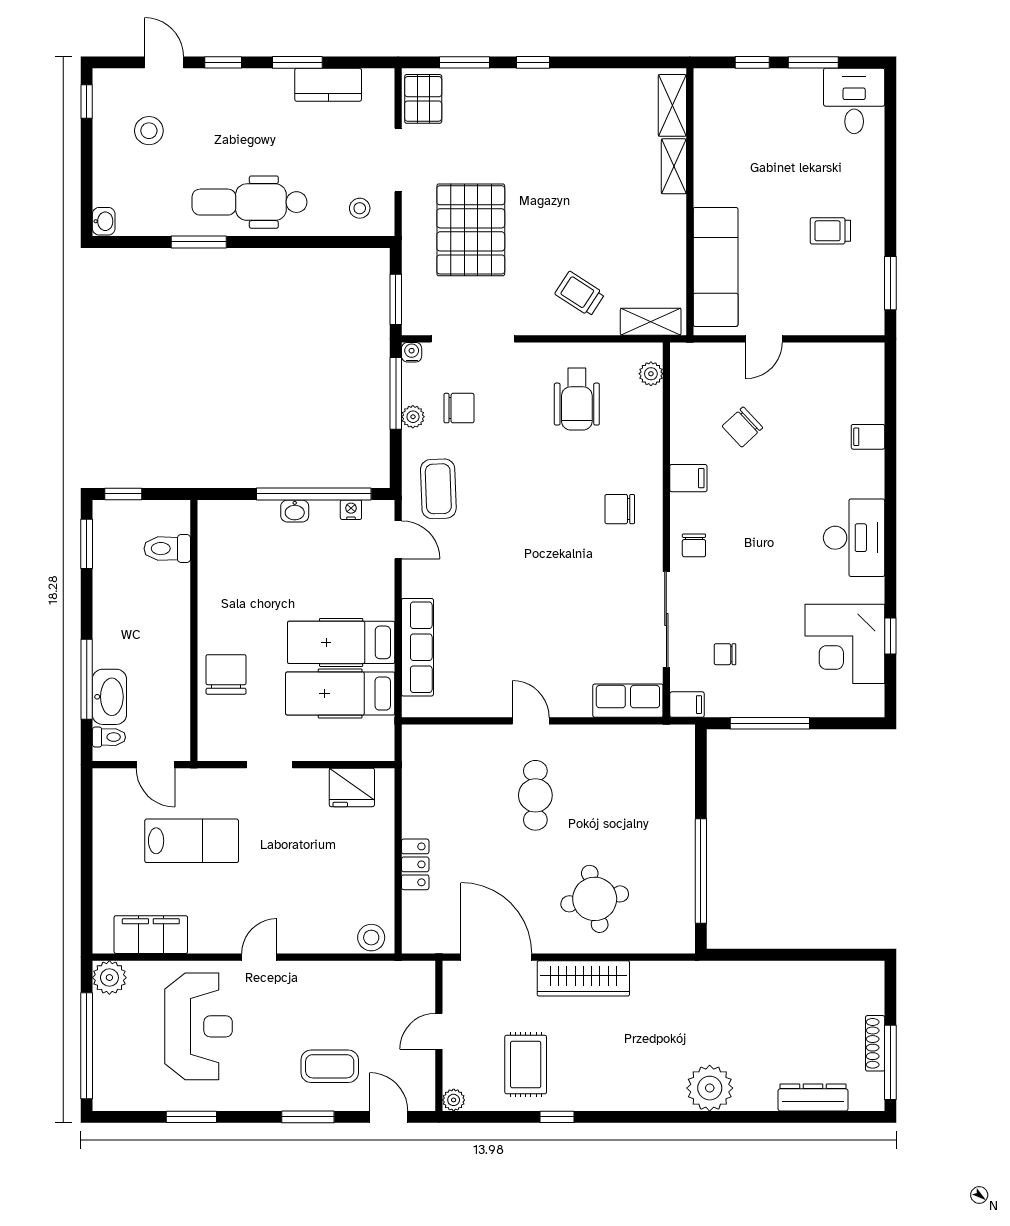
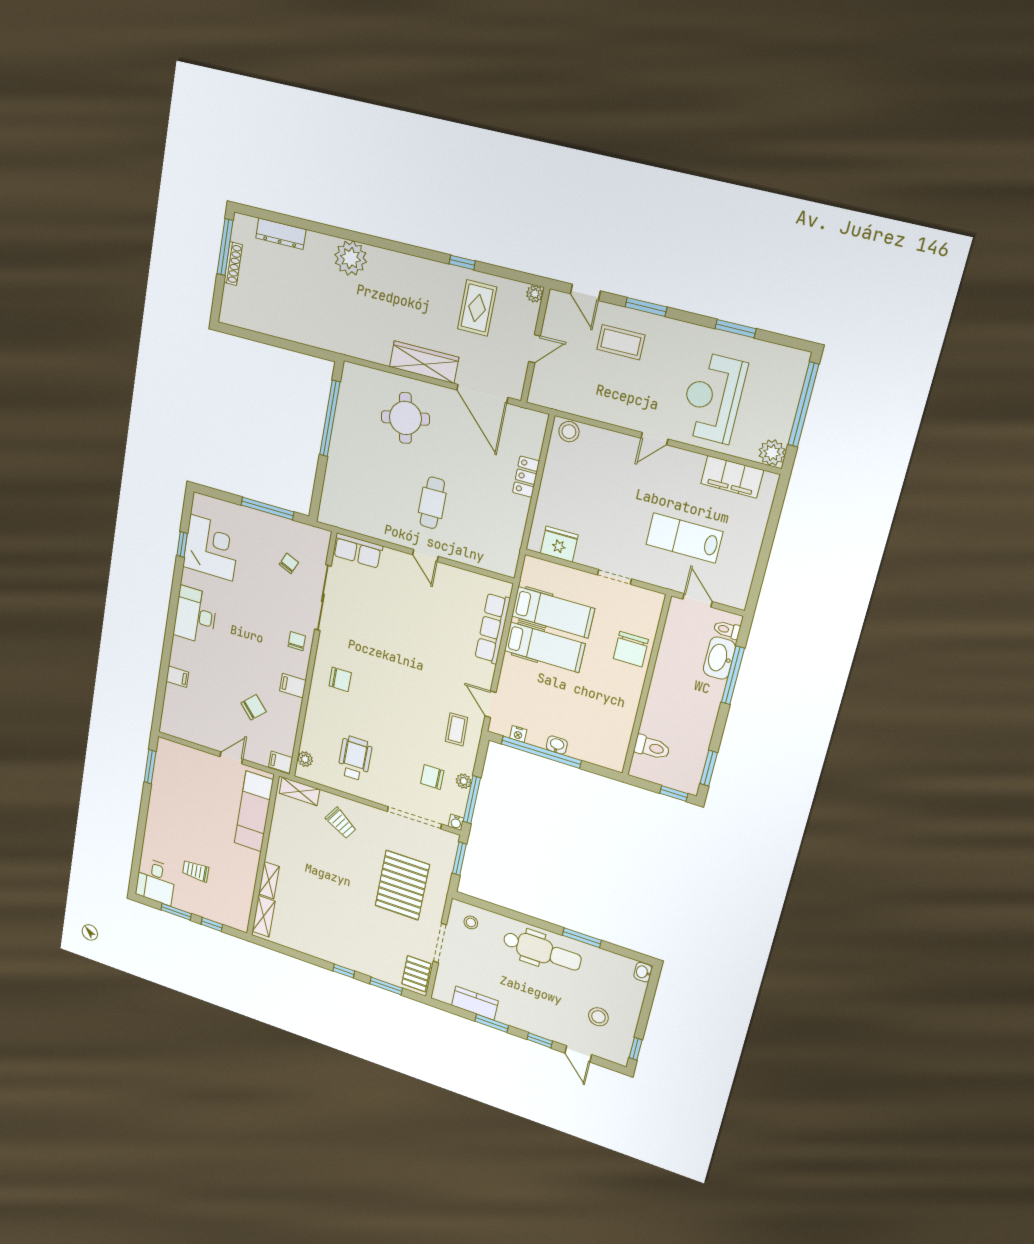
trolley: (830, 231) -> (196, 871), moved, turned 180
coffee table: (438, 489) -> (457, 729), width x0.73, depth x0.77
chair: (725, 654) -> (289, 563), turned -66
filing cabinet: (687, 705) -> (281, 762), moved

